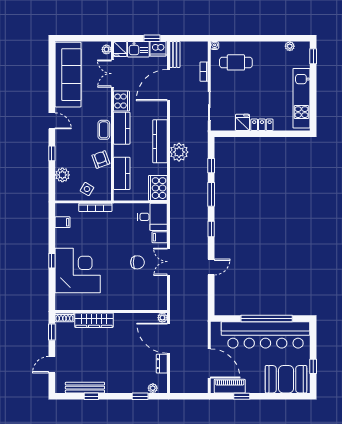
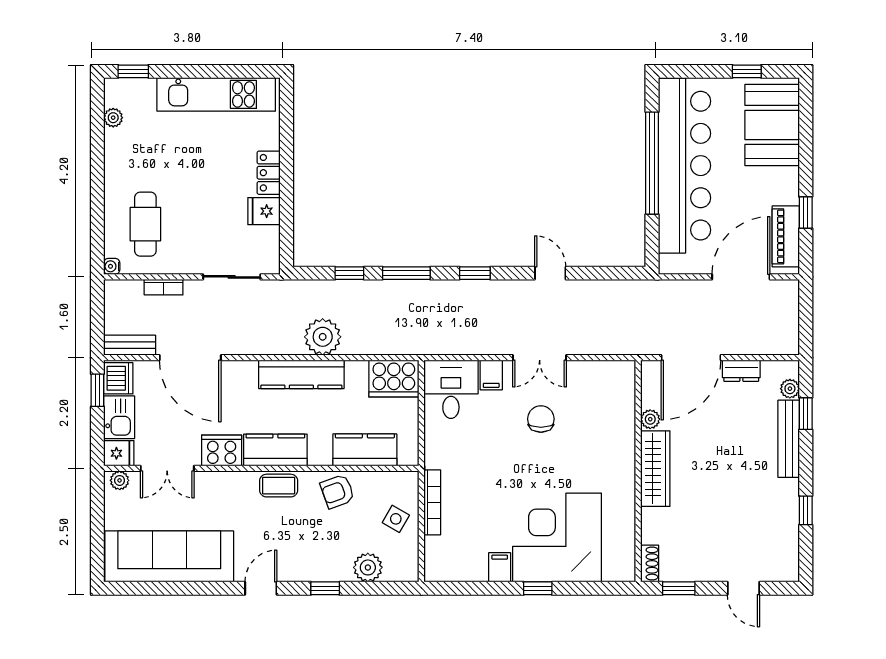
filing cabinet: (62, 222) -> (500, 567), moved
plant: (162, 318) -> (650, 419), moved
wardrobe: (94, 320) -> (655, 469), moved
bench: (85, 388) -> (789, 439), moved

